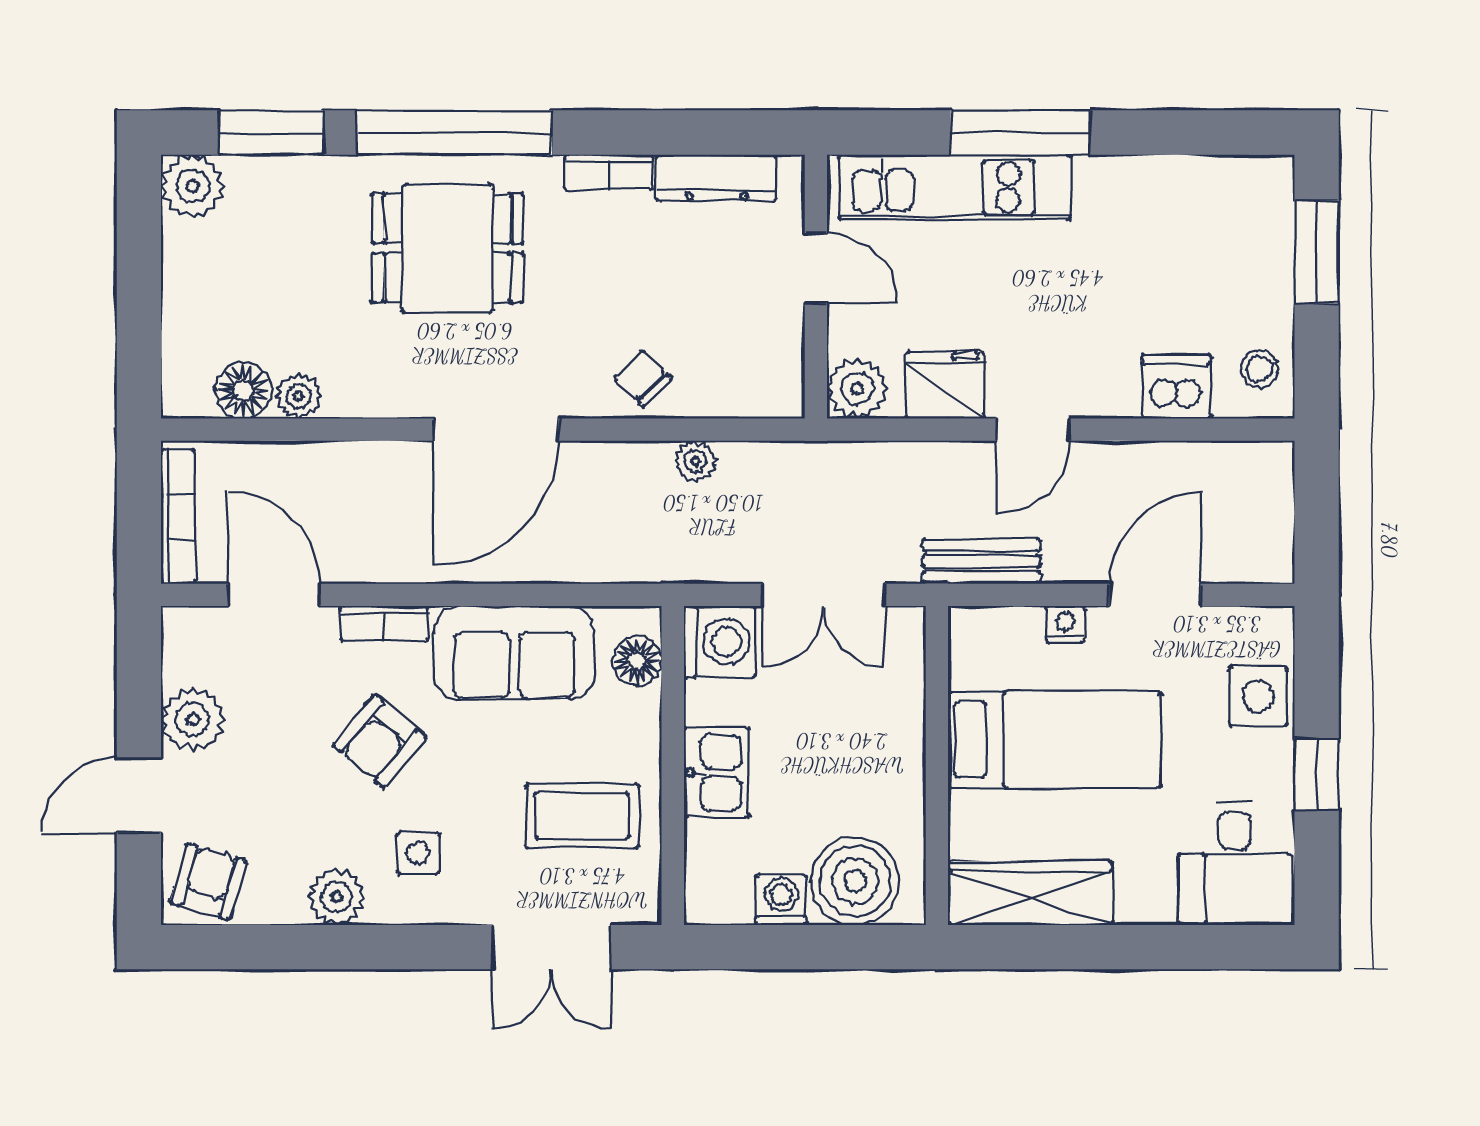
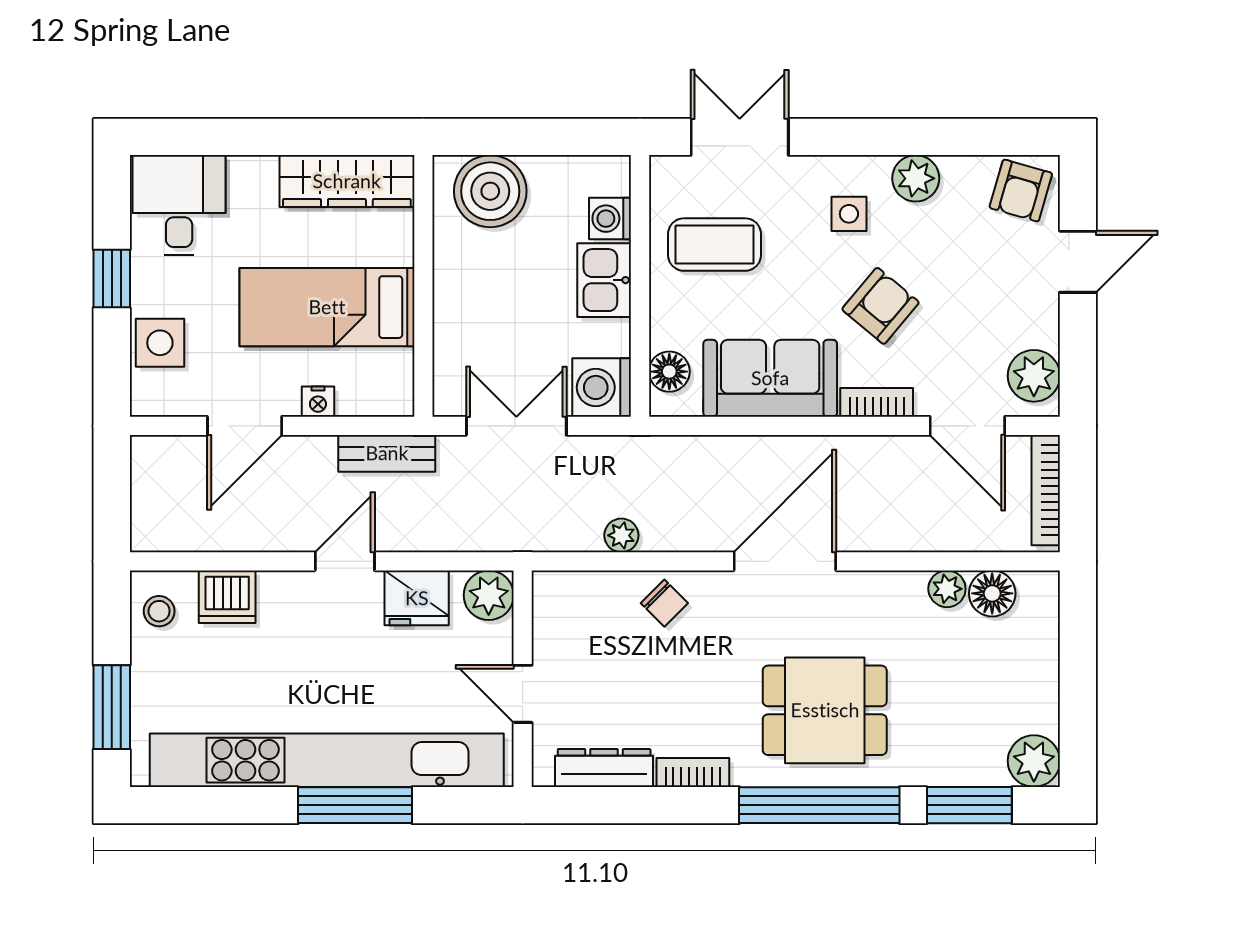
kitchen unit: (955, 187) -> (327, 760), width x1.86
plant: (193, 719) -> (1034, 376), moved
washing machine: (781, 900) -> (610, 219), moved, turned 90

